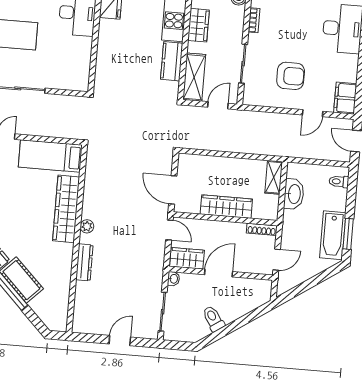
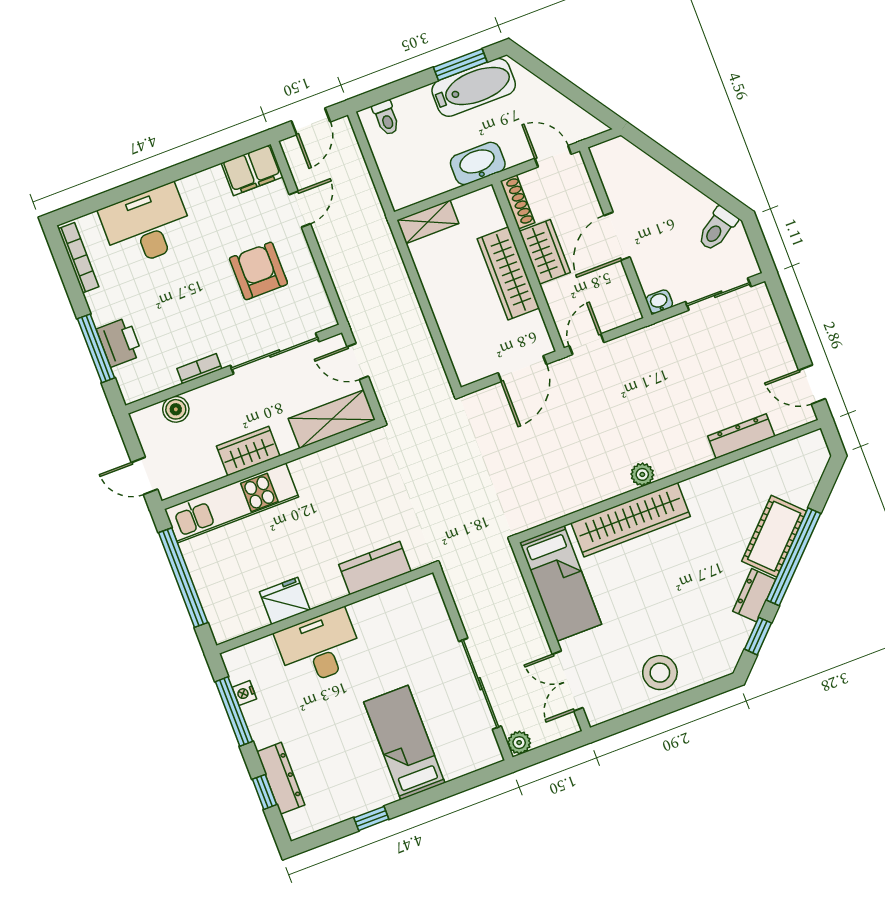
kitchen counter: (172, 61) -> (375, 568), moved, turned 180
sliding door: (243, 64) -> (275, 353), width x1.37
door: (313, 113) -> (300, 209), hinge flipped
washbasin: (294, 194) -> (478, 163), moved
wardrobe: (187, 258) -> (545, 252), moved, turned 180
dresser: (84, 262) -> (741, 436), moved
door: (219, 273) -> (617, 236), hinge flipped
toilet: (213, 319) -> (717, 229), moved
door: (120, 341) -> (812, 384), moved

